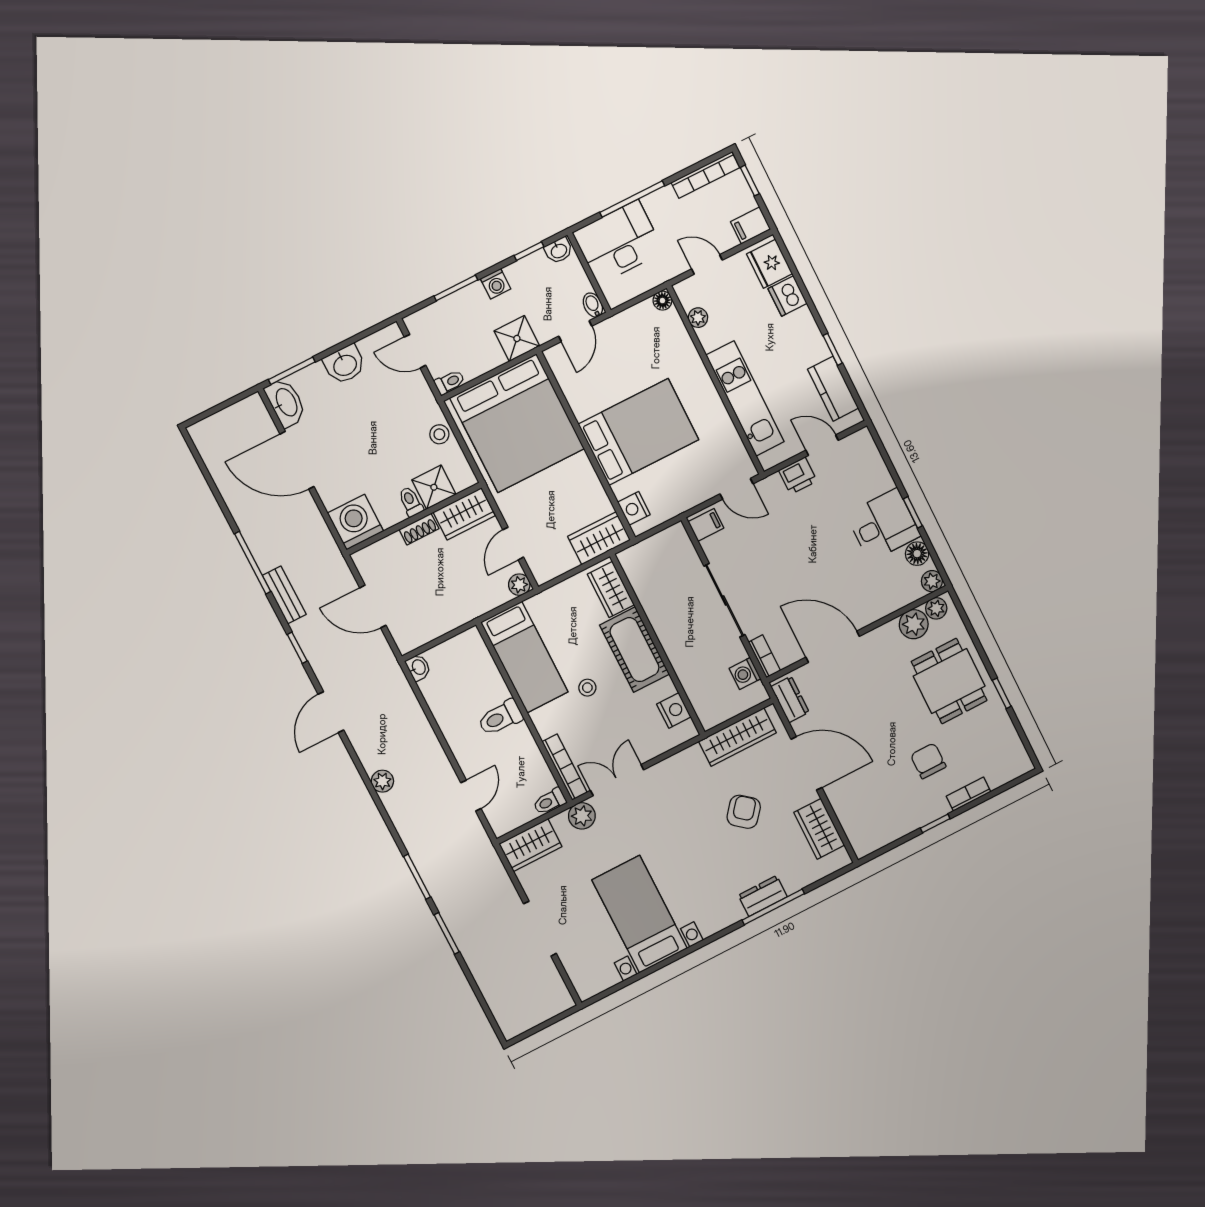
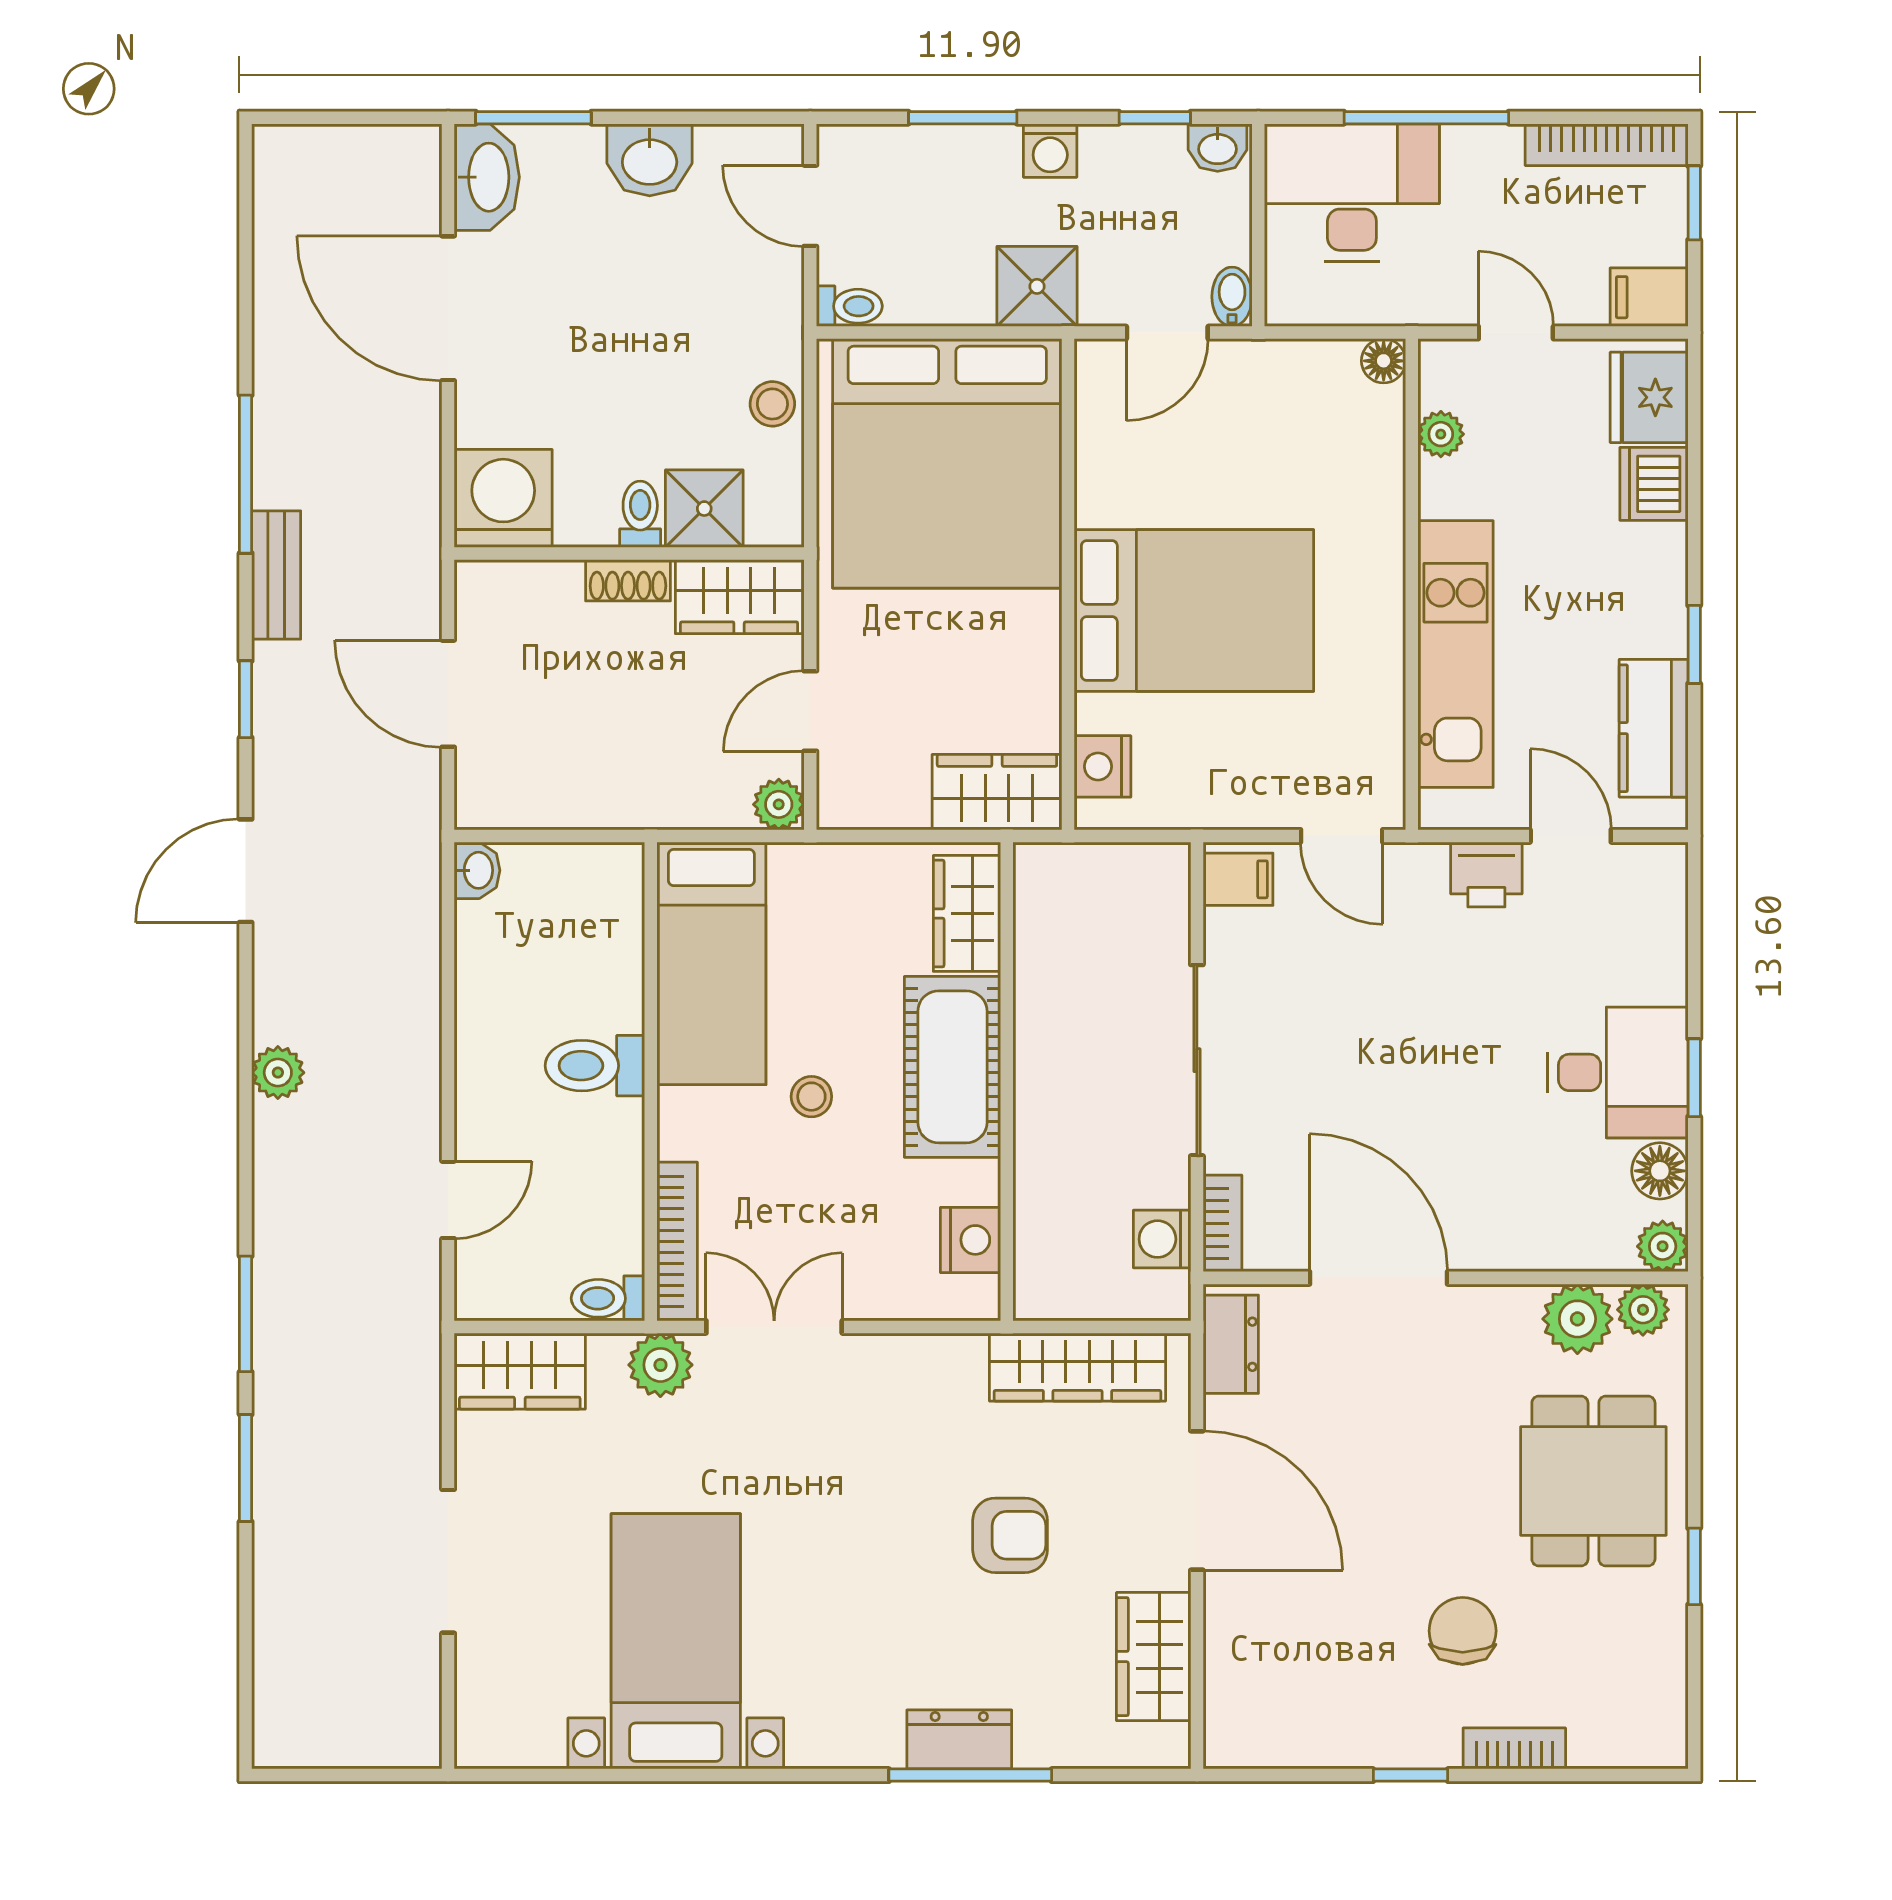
armchair: (744, 812) -> (1010, 1535), turned 51

